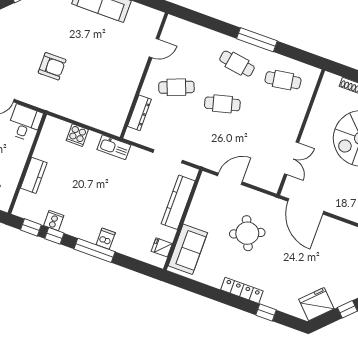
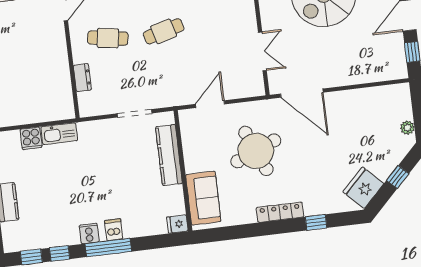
cafe table: (176, 87) -> (108, 38), turned 30
dresser: (139, 113) -> (82, 78), width x0.70
kitchen sink: (114, 147) -> (59, 134), moved
cooker: (54, 221) -> (89, 234), moved
round table: (247, 233) -> (256, 151), width x1.36, depth x1.36
fridge: (162, 247) -> (177, 224), moved

